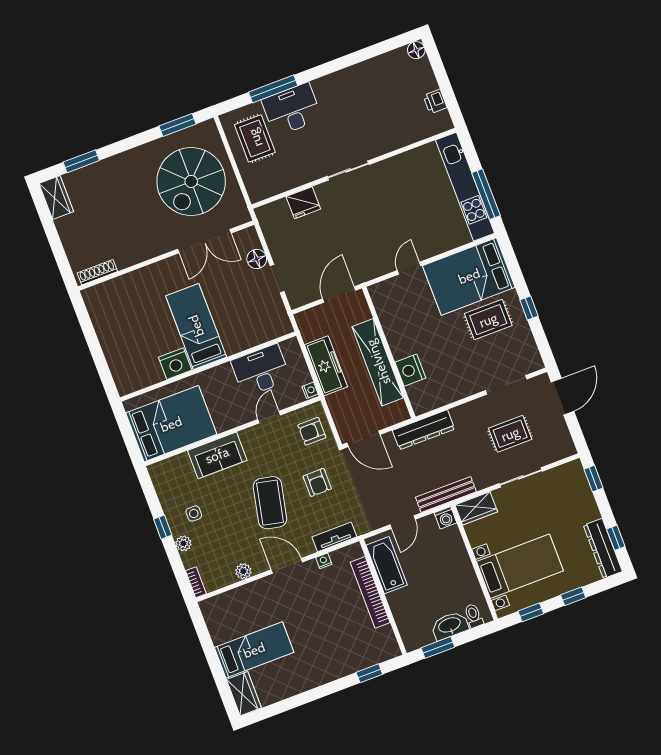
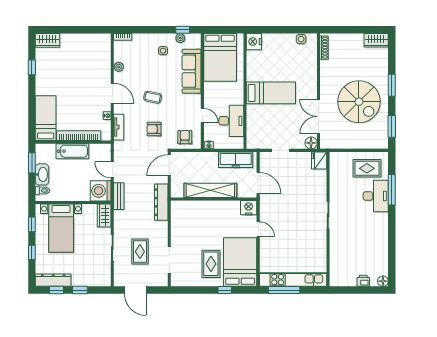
printer: (435, 102) -> (363, 281), moved
window: (81, 161) -> (392, 85), moved
spiral stairs: (191, 181) -> (359, 102), moved, turned 180
fridge: (303, 203) -> (319, 160), moved
floor lamp: (257, 259) -> (311, 143), moved
window: (529, 308) -> (225, 290), moved
side table: (97, 312) -> (301, 39), added
nightstand: (175, 364) -> (254, 42), moved
freezer: (326, 366) -> (236, 160), moved
nightstand: (410, 370) -> (249, 208), moved
door: (562, 397) -> (135, 290), moved
sofa: (217, 455) -> (192, 71), width x1.36
window: (593, 479) -> (80, 290), moved
bench: (446, 494) -> (119, 196), width x0.73
coffee table: (270, 503) -> (153, 97), width x0.54, depth x0.58
washing machine: (445, 518) -> (101, 191), width x1.89, depth x1.89
window: (163, 527) -> (183, 30), moved
plant: (183, 543) -> (180, 38), moved
bathtub: (387, 565) -> (72, 151), moved
door: (287, 566) -> (112, 93), hinge flipped
bed: (254, 650) -> (46, 118), moved, turned 180
window: (369, 673) -> (32, 67), moved

